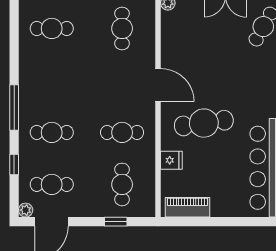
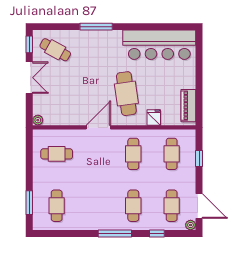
cafe table: (122, 184) -> (172, 154), turned 90

